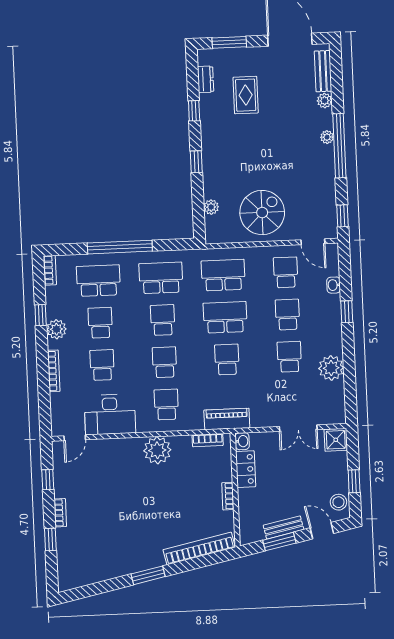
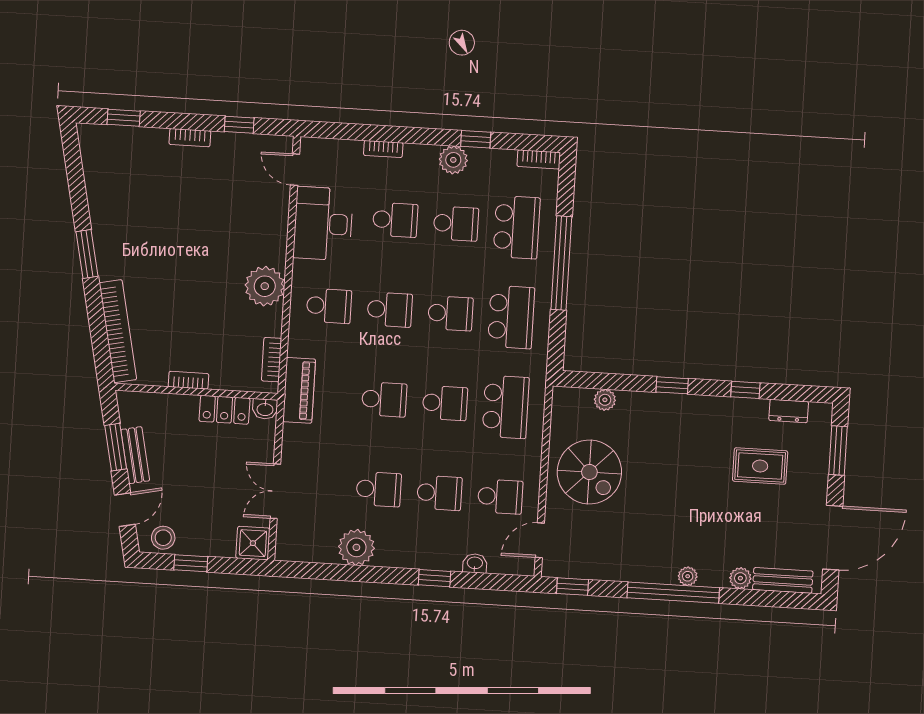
school desk: (225, 317) -> (445, 403), width x0.54
bookcase: (54, 371) -> (383, 149), width x0.64
window: (50, 540) -> (124, 118), moved

